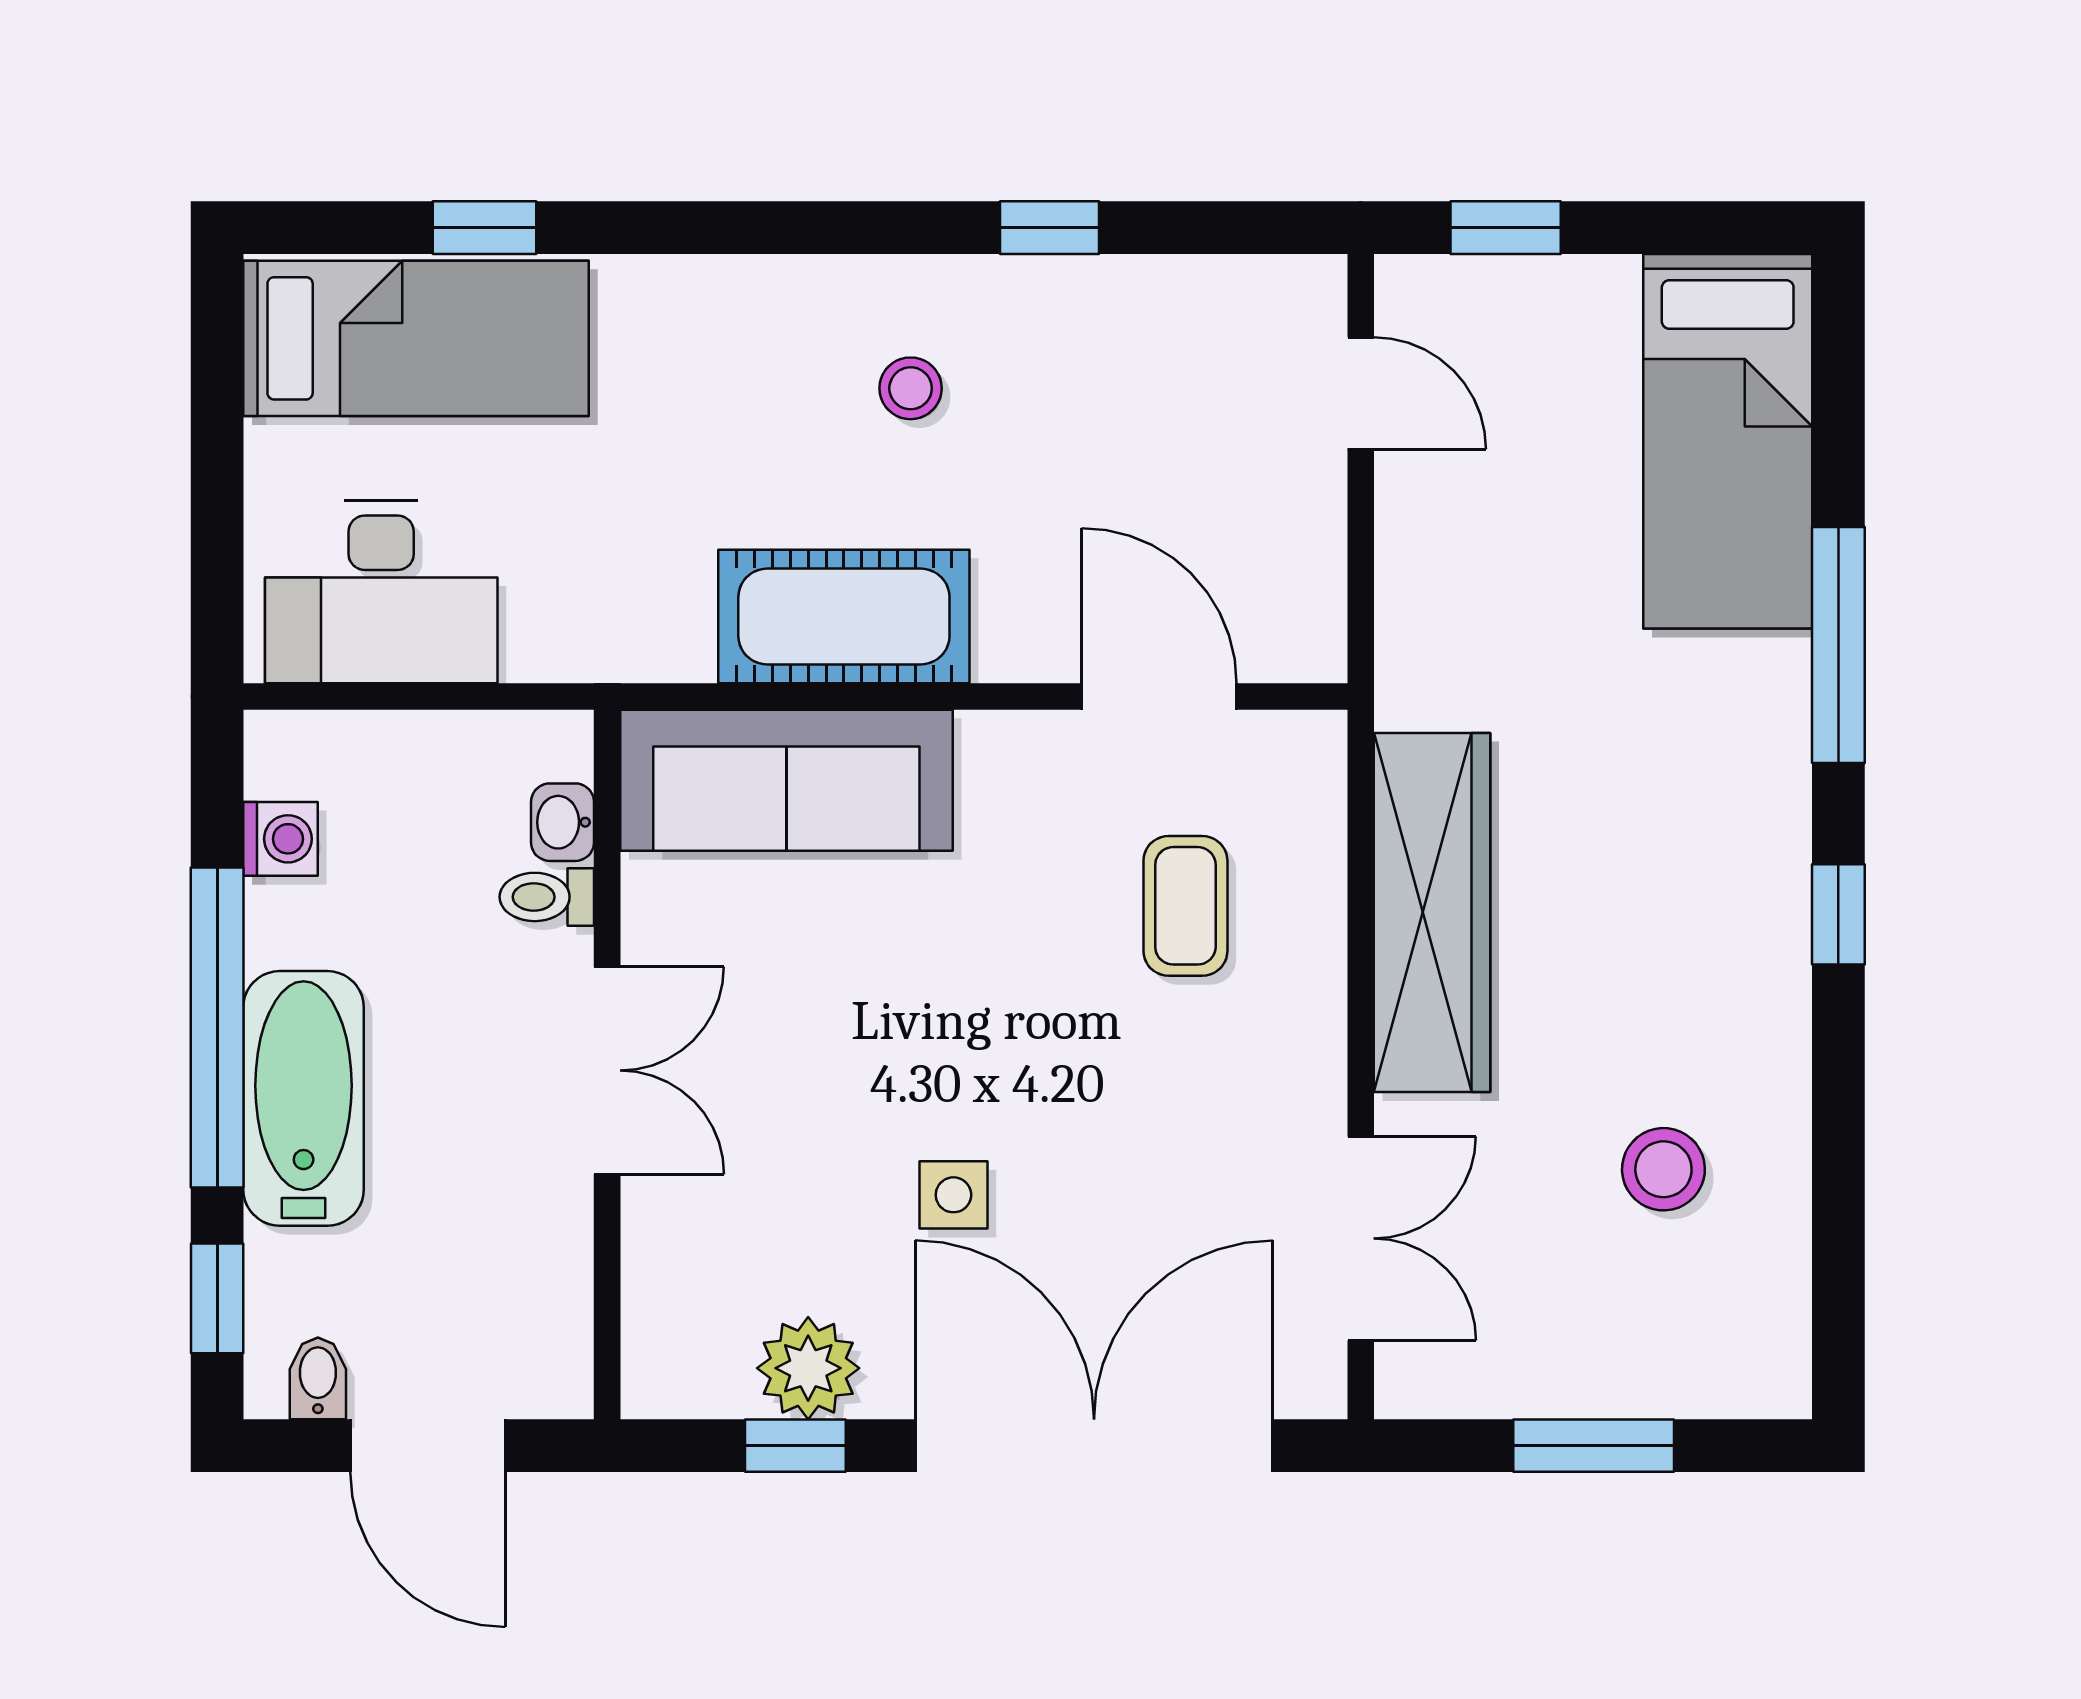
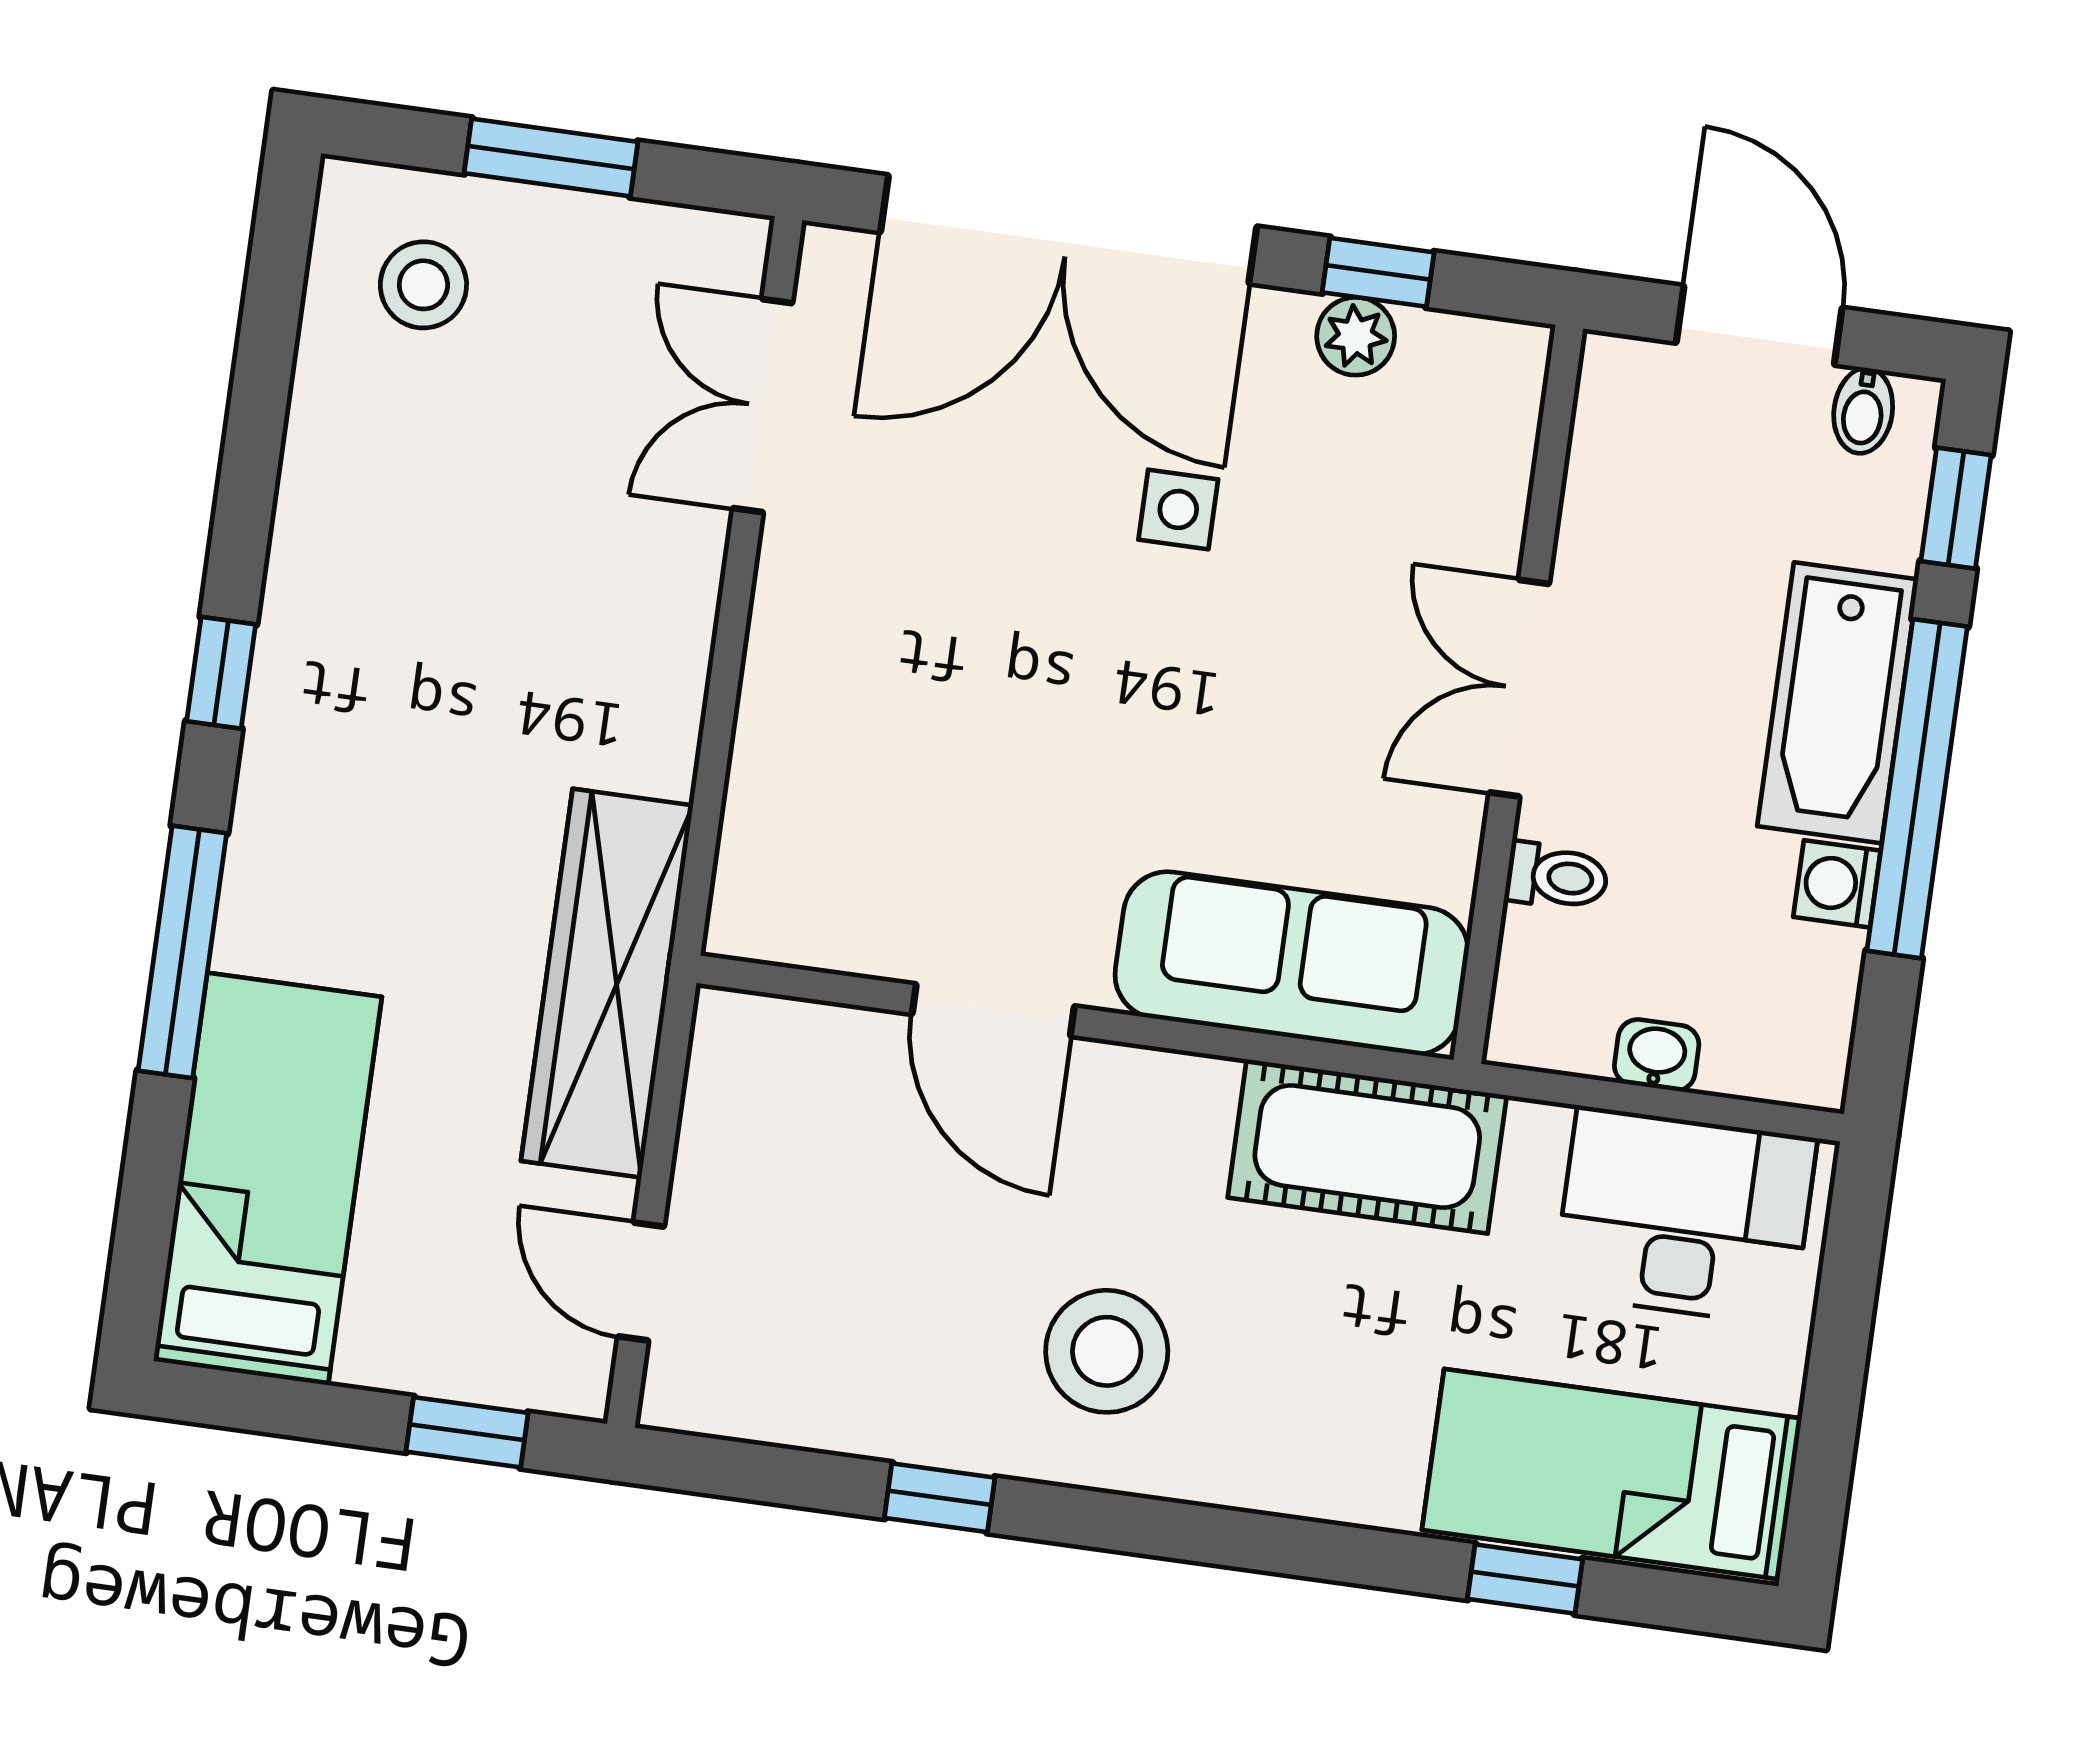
stool: (911, 388) -> (1107, 1351), width x1.89, depth x1.89
cot: (844, 617) -> (1367, 1146), moved
door: (1159, 696) -> (993, 1010), moved
washbasin: (563, 822) -> (1657, 1055), moved, turned -90
washing machine: (281, 839) -> (1837, 884), moved
coffee table: (1185, 906) -> (896, 776), removed
wardrobe: (1432, 912) -> (607, 983), moved
stool: (1663, 1169) -> (423, 285), moved
plant: (808, 1368) -> (1356, 336), width x0.73, depth x0.73

